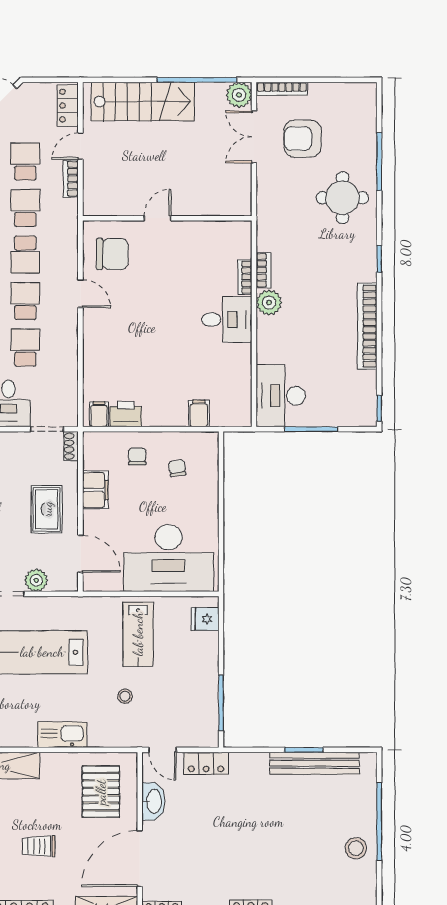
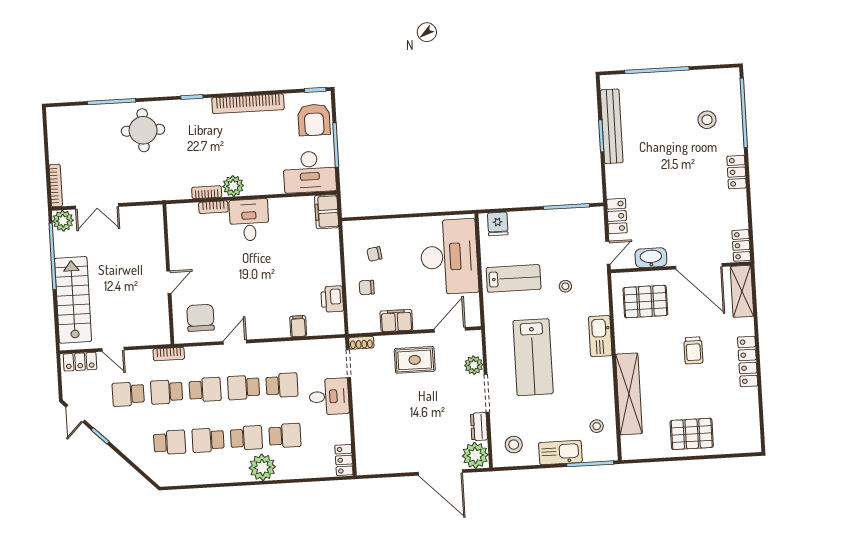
armchair: (303, 139) -> (314, 120), moved
bookcase: (71, 179) -> (169, 354), moved
door: (158, 218) -> (169, 282), swing flipped
school desk: (25, 348) -> (282, 385), turned 180
filing cabinet: (199, 413) -> (327, 212), moved, width x2.00
filing cabinet: (99, 414) -> (298, 326), moved, turned 90
stool: (356, 848) -> (707, 120), moved

